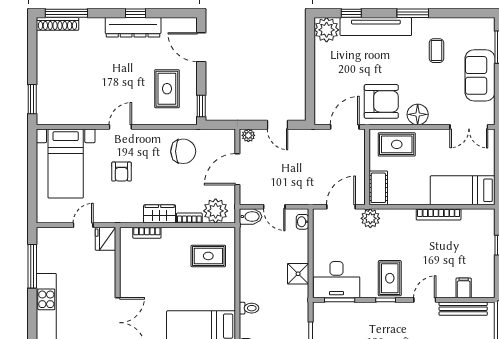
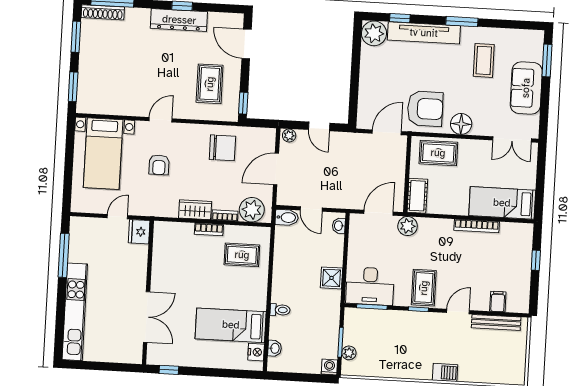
window: (32, 50) -> (76, 37), added
coffee table: (436, 51) -> (484, 60), width x1.36, depth x1.30
bookcase: (147, 233) -> (209, 229), moved

